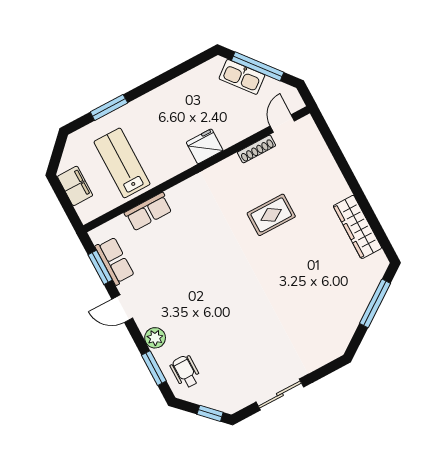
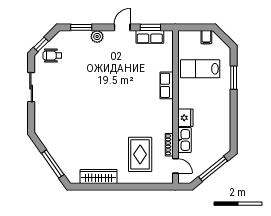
kitchen sink: (242, 77) -> (184, 140), moved, turned 129
lab bench: (122, 163) -> (200, 69), turned 180
filing cabinet: (75, 186) -> (206, 37), width x0.50
row of seats: (148, 212) -> (167, 85), moved
rug: (271, 215) -> (140, 154), moved, width x1.36, depth x1.43
wheelchair: (185, 372) -> (52, 56), moved, turned 180

